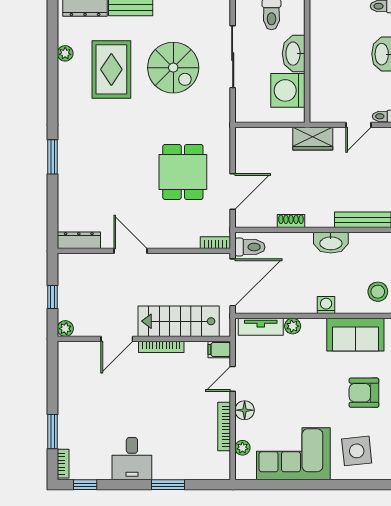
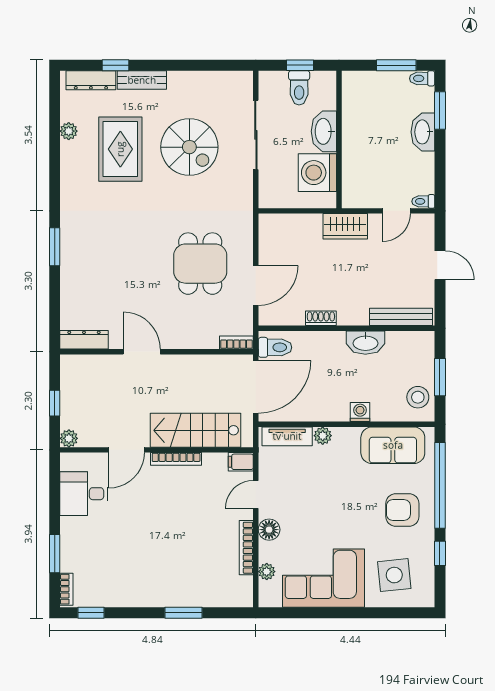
desk: (132, 459) -> (84, 494), moved, turned 90

